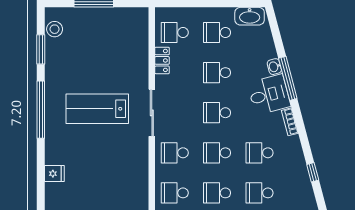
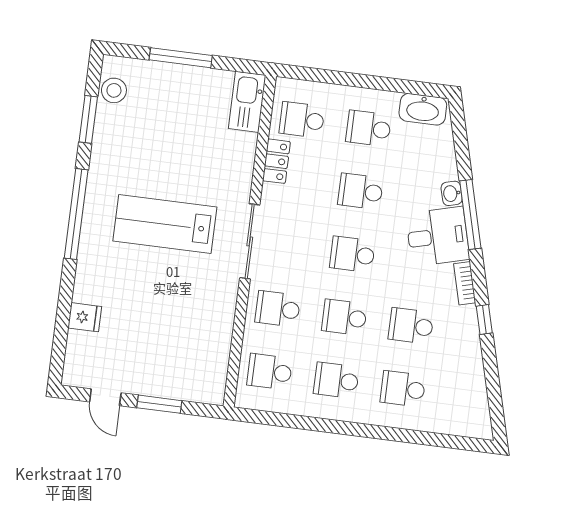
kitchen sink: (139, 26) -> (247, 102), added
window: (313, 172) -> (484, 320), moved

